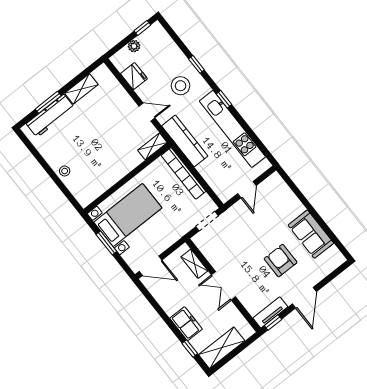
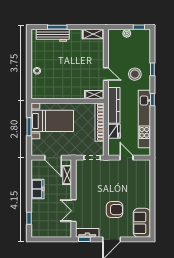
fridge: (134, 76) -> (114, 131), moved
shelving: (81, 89) -> (93, 34), moved
door: (247, 190) -> (126, 158), swing flipped
sofa: (311, 234) -> (142, 223), moved
armchair: (281, 261) -> (115, 210), turned 90
door: (151, 266) -> (53, 158), moved
double door: (224, 286) -> (73, 211), moved
freezer: (186, 324) -> (37, 189), moved
shelving: (222, 348) -> (46, 231), removed

